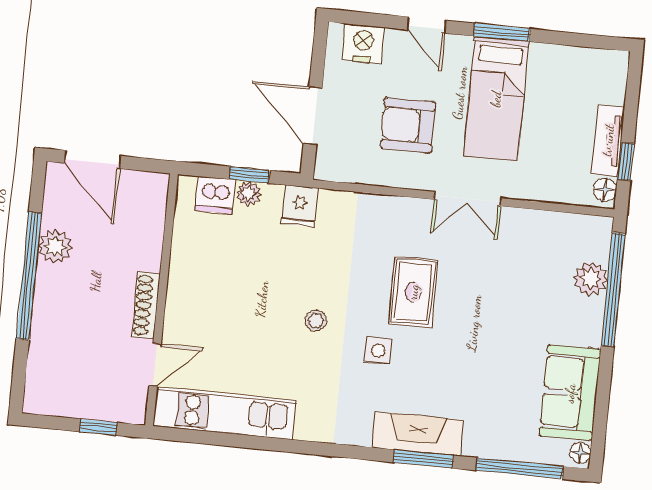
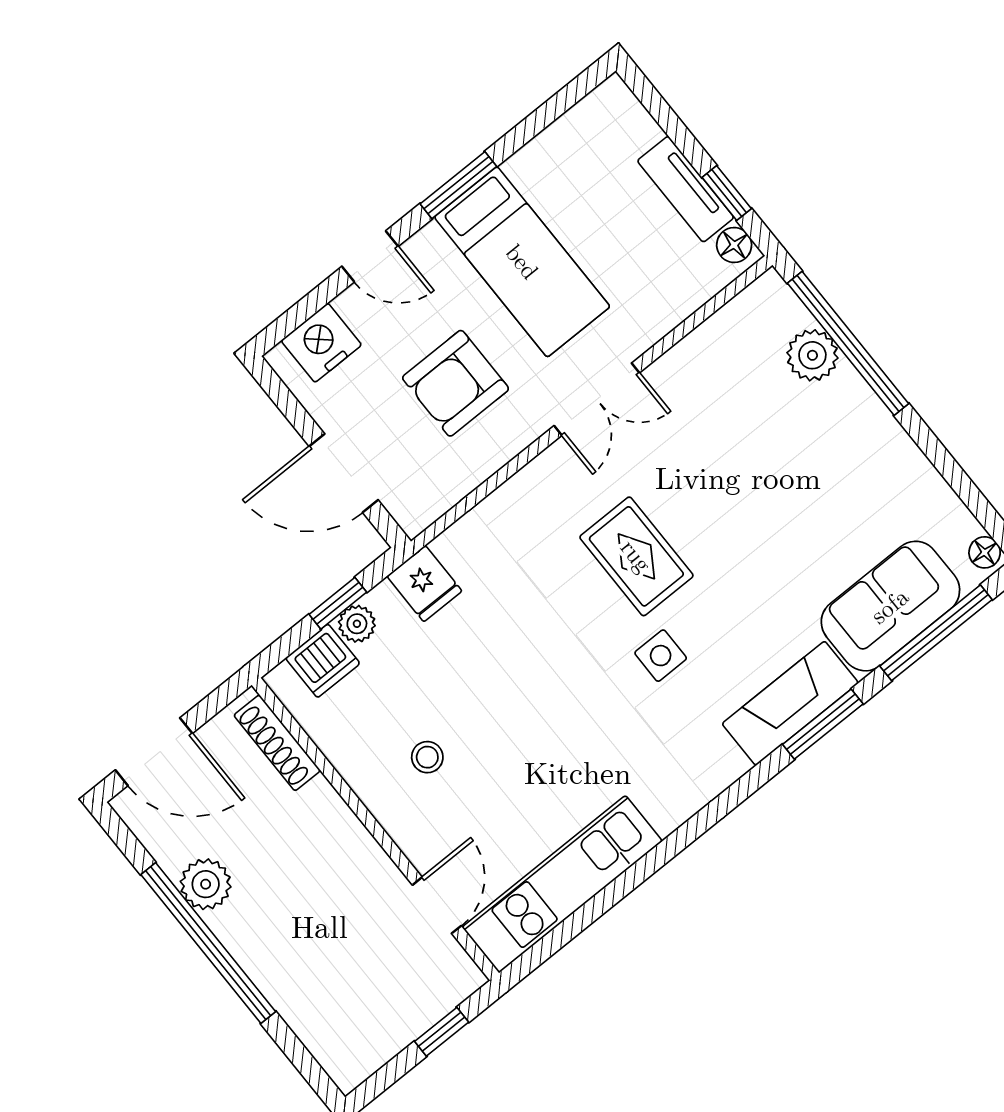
shoe rack: (146, 305) -> (277, 743), moved
stool: (316, 321) -> (427, 757), moved
sofa: (570, 393) -> (890, 606), moved, turned 90

